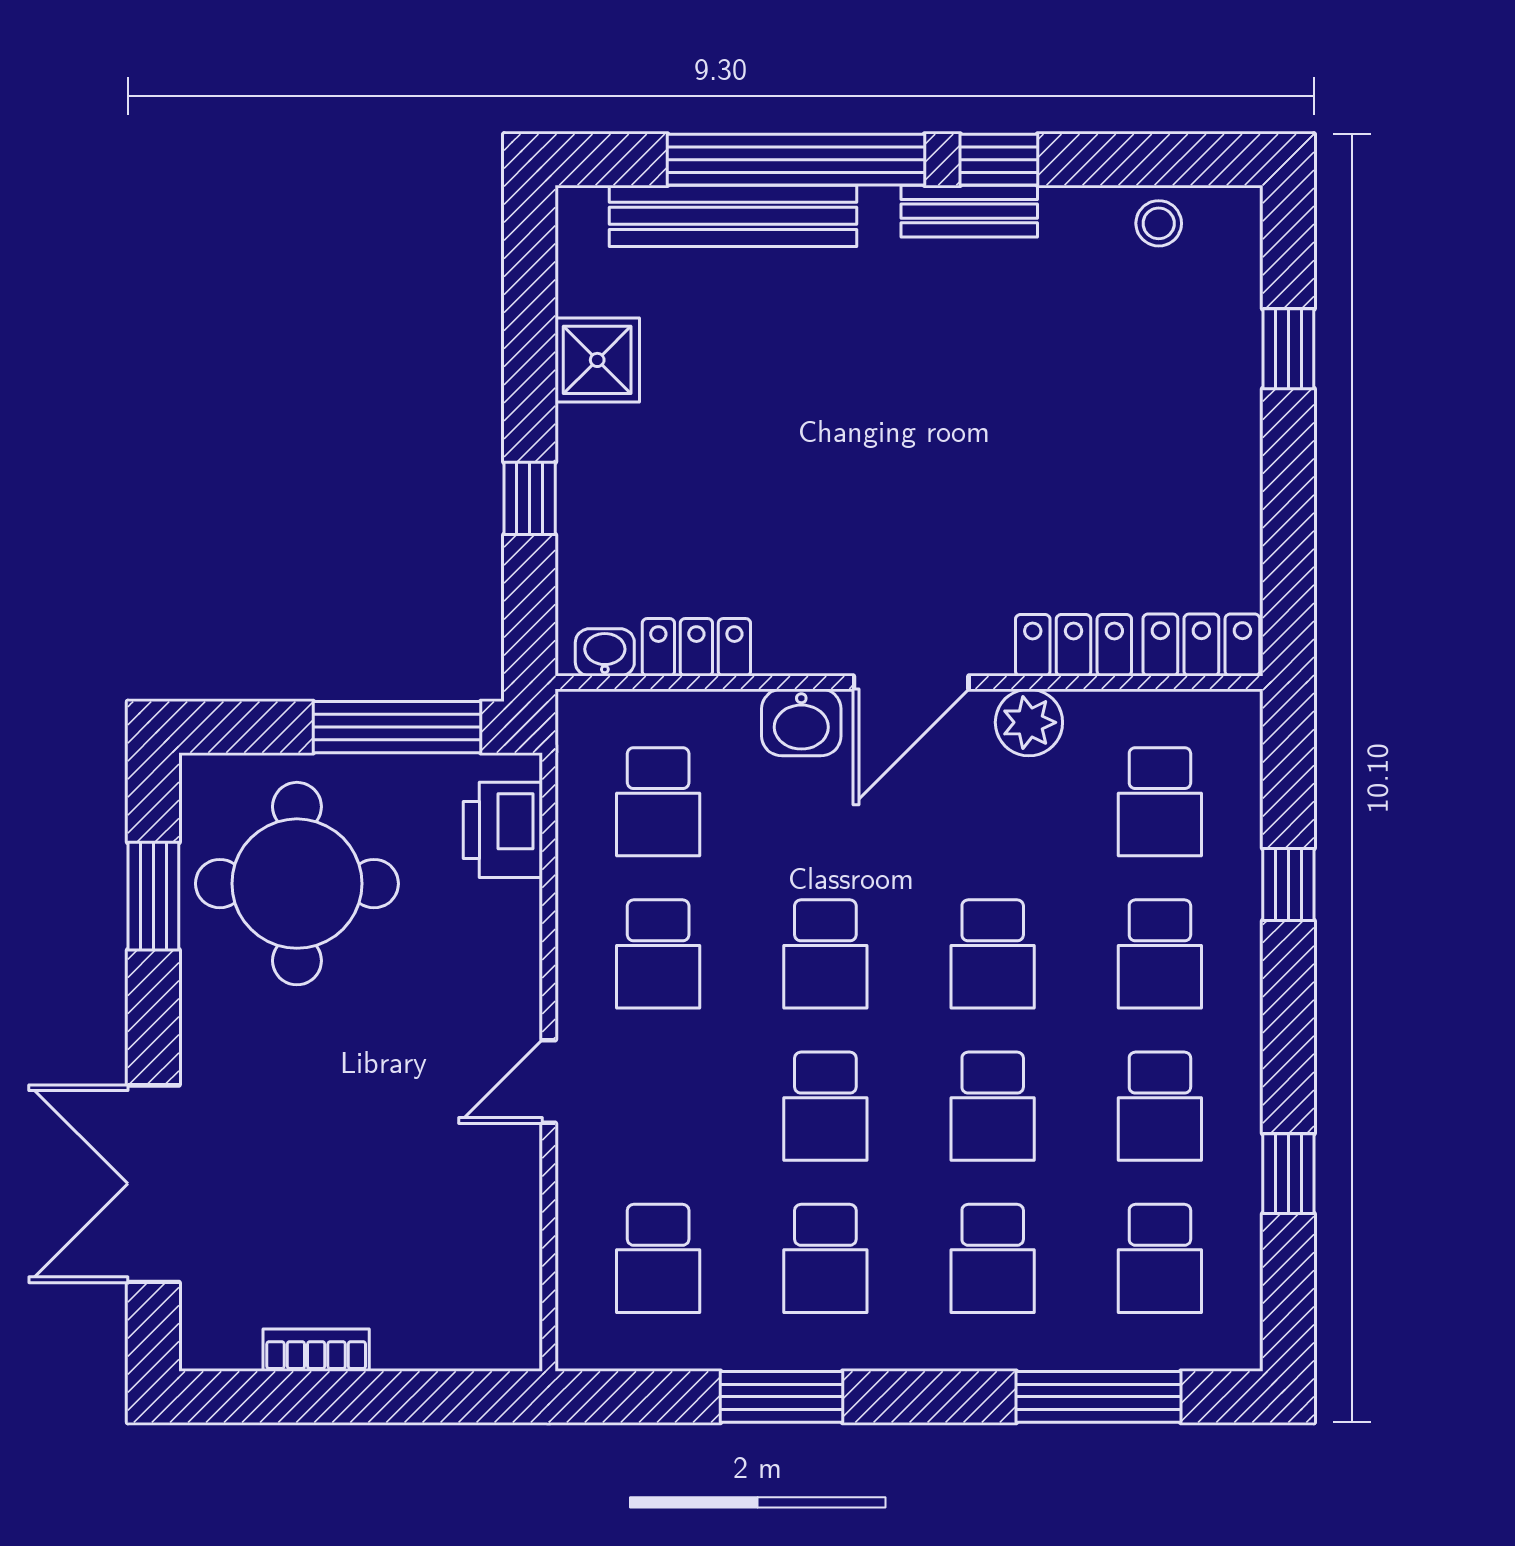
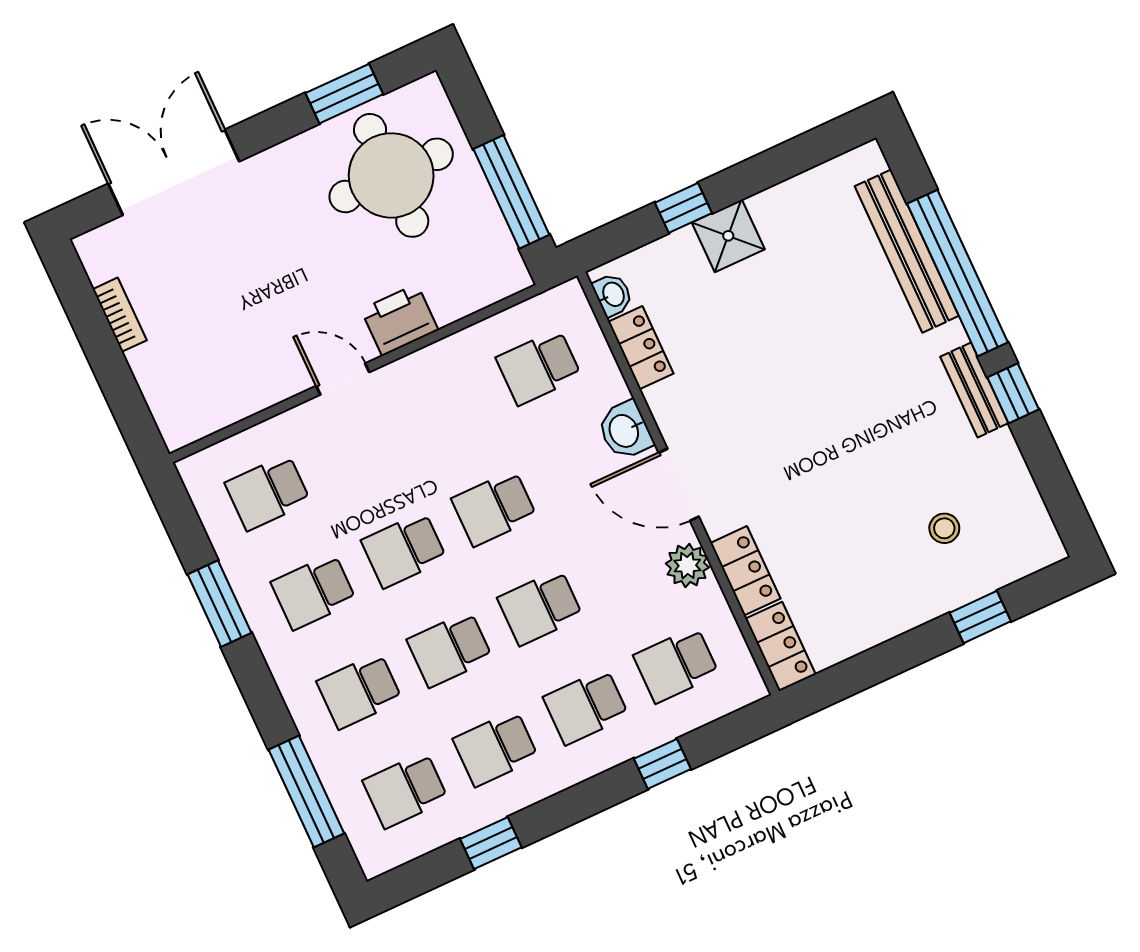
stool: (1159, 223) -> (944, 528), moved
shower: (597, 360) -> (728, 236), moved
printer: (503, 830) -> (400, 320), moved
school desk: (658, 954) -> (448, 409), removed

